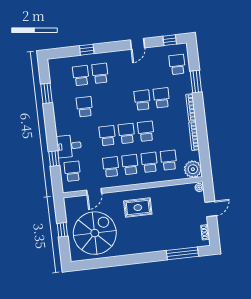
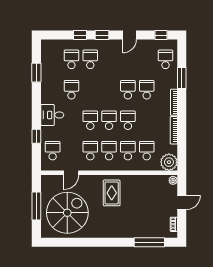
window: (109, 47) -> (102, 35), added
desk: (69, 146) -> (52, 115), moved
rug: (138, 208) -> (112, 193), turned 90
window: (62, 230) -> (36, 206), width x2.17

